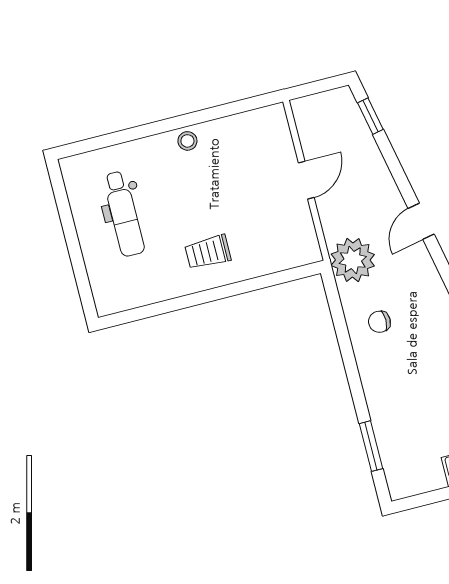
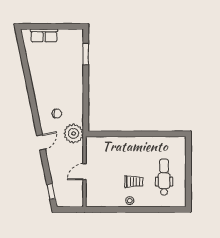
trolley: (208, 252) -> (134, 182), moved
chair: (379, 322) -> (57, 114), moved

